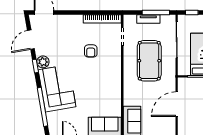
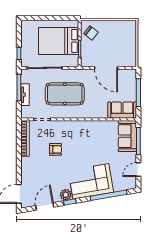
door: (31, 40) -> (45, 206), swing flipped

